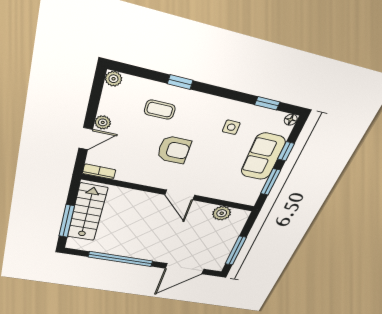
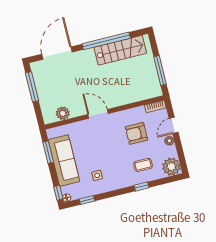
plant: (113, 79) -> (171, 167), width x1.88, depth x1.88
armchair: (174, 150) -> (136, 133), moved
window: (286, 151) -> (58, 193), moved
sofa: (263, 157) -> (64, 161), width x1.36
stairs: (87, 213) -> (120, 50), moved, turned -90
window: (67, 221) -> (160, 71), moved

